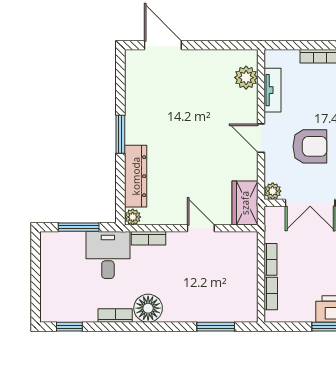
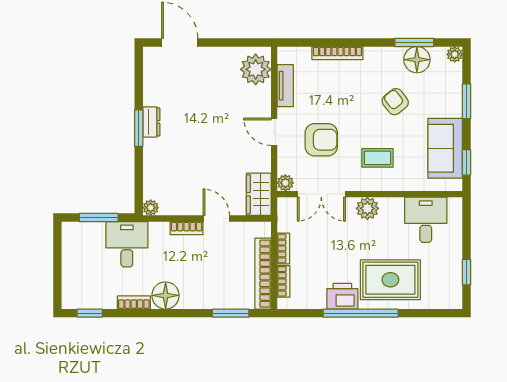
plant: (246, 78) -> (256, 69), width x1.36, depth x1.36
dresser: (136, 176) -> (151, 122), moved, width x0.51, depth x0.80
bookcase: (149, 238) -> (187, 228), moved
bookcase: (249, 286) -> (263, 274), added

